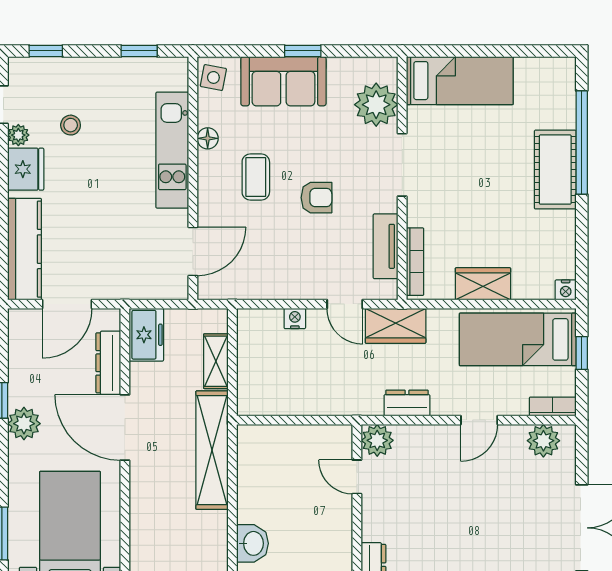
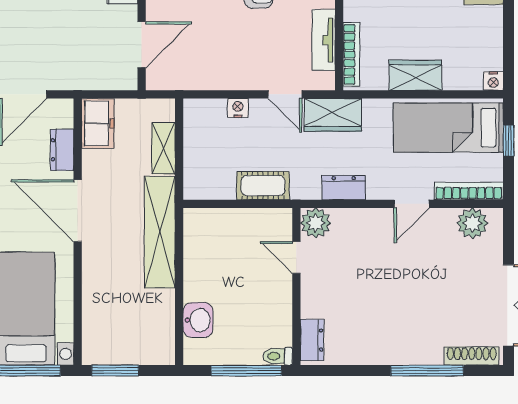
dresser: (108, 363) -> (62, 150), width x0.70
cot: (321, 401) -> (263, 186), added
bookcase: (553, 406) -> (469, 191), width x1.56

